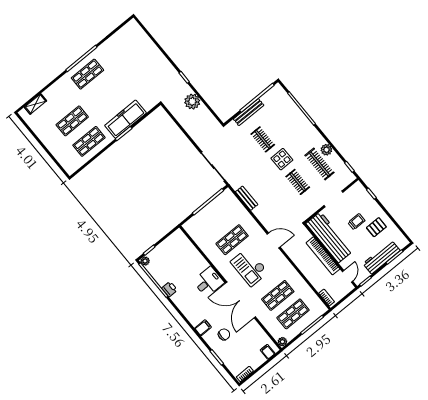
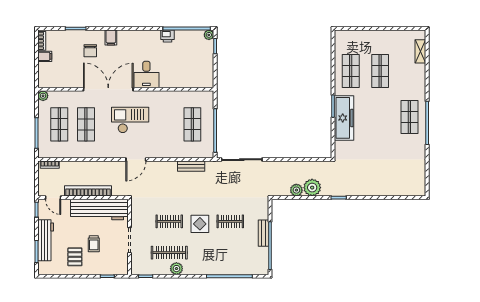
plant: (203, 111) -> (296, 190), added
bench: (249, 112) -> (263, 233), width x0.73
shop shelf: (232, 240) -> (192, 124), moved
filing cabinet: (268, 352) -> (45, 56), moved

